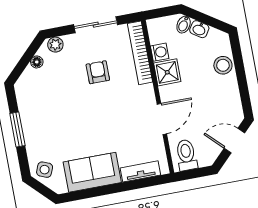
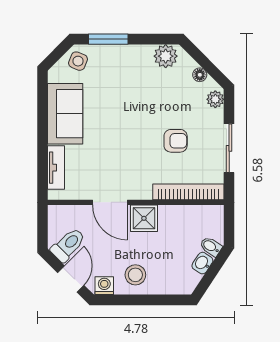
washing machine: (160, 52) -> (104, 286), moved, turned 180
stool: (223, 65) -> (135, 275), moved
shower: (167, 72) -> (144, 218), moved
plant: (26, 95) -> (166, 56), added
window: (17, 129) -> (108, 39), moved
toilet: (186, 155) -> (68, 245), moved, turned -45

